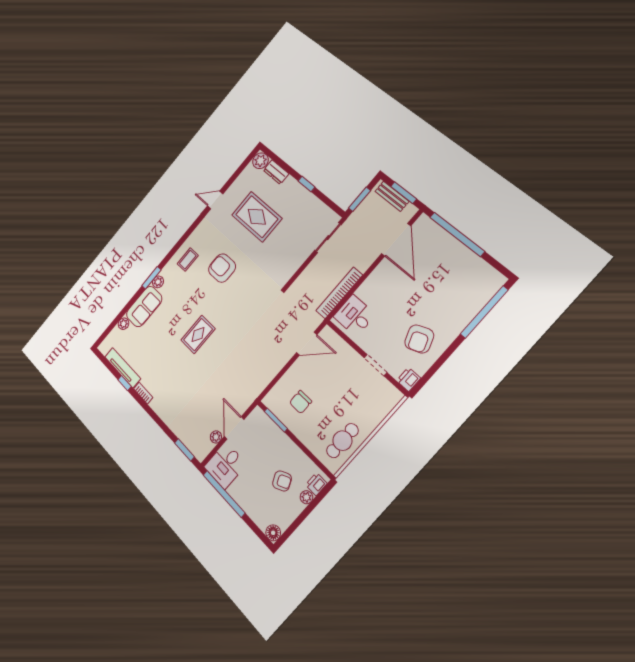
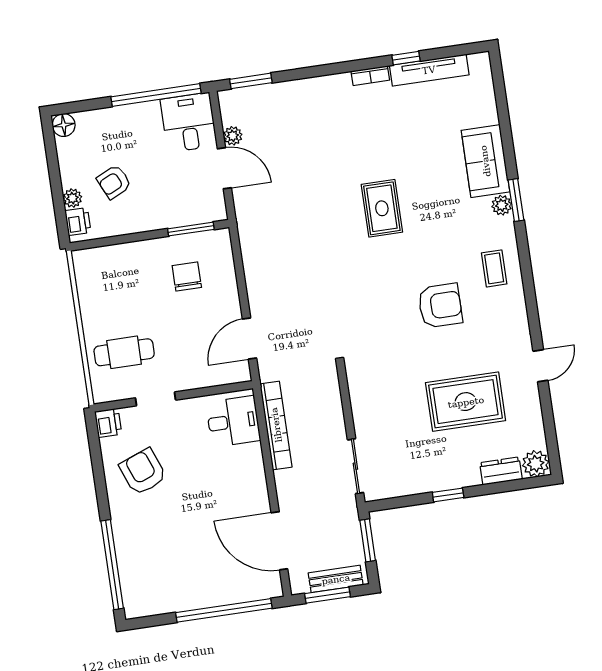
plant: (123, 324) -> (488, 114), removed
cafe table: (342, 441) -> (124, 352), moved, turned 90

